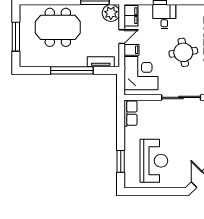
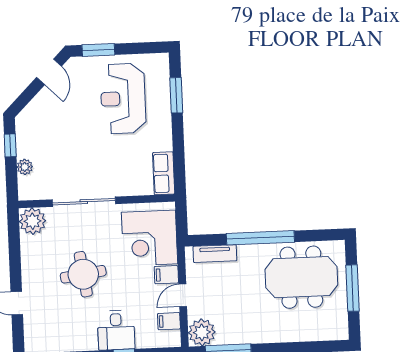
filing cabinet: (131, 16) -> (169, 321), width x0.50
meeting table: (58, 27) -> (301, 277), moved
window: (168, 192) -> (98, 50), added

